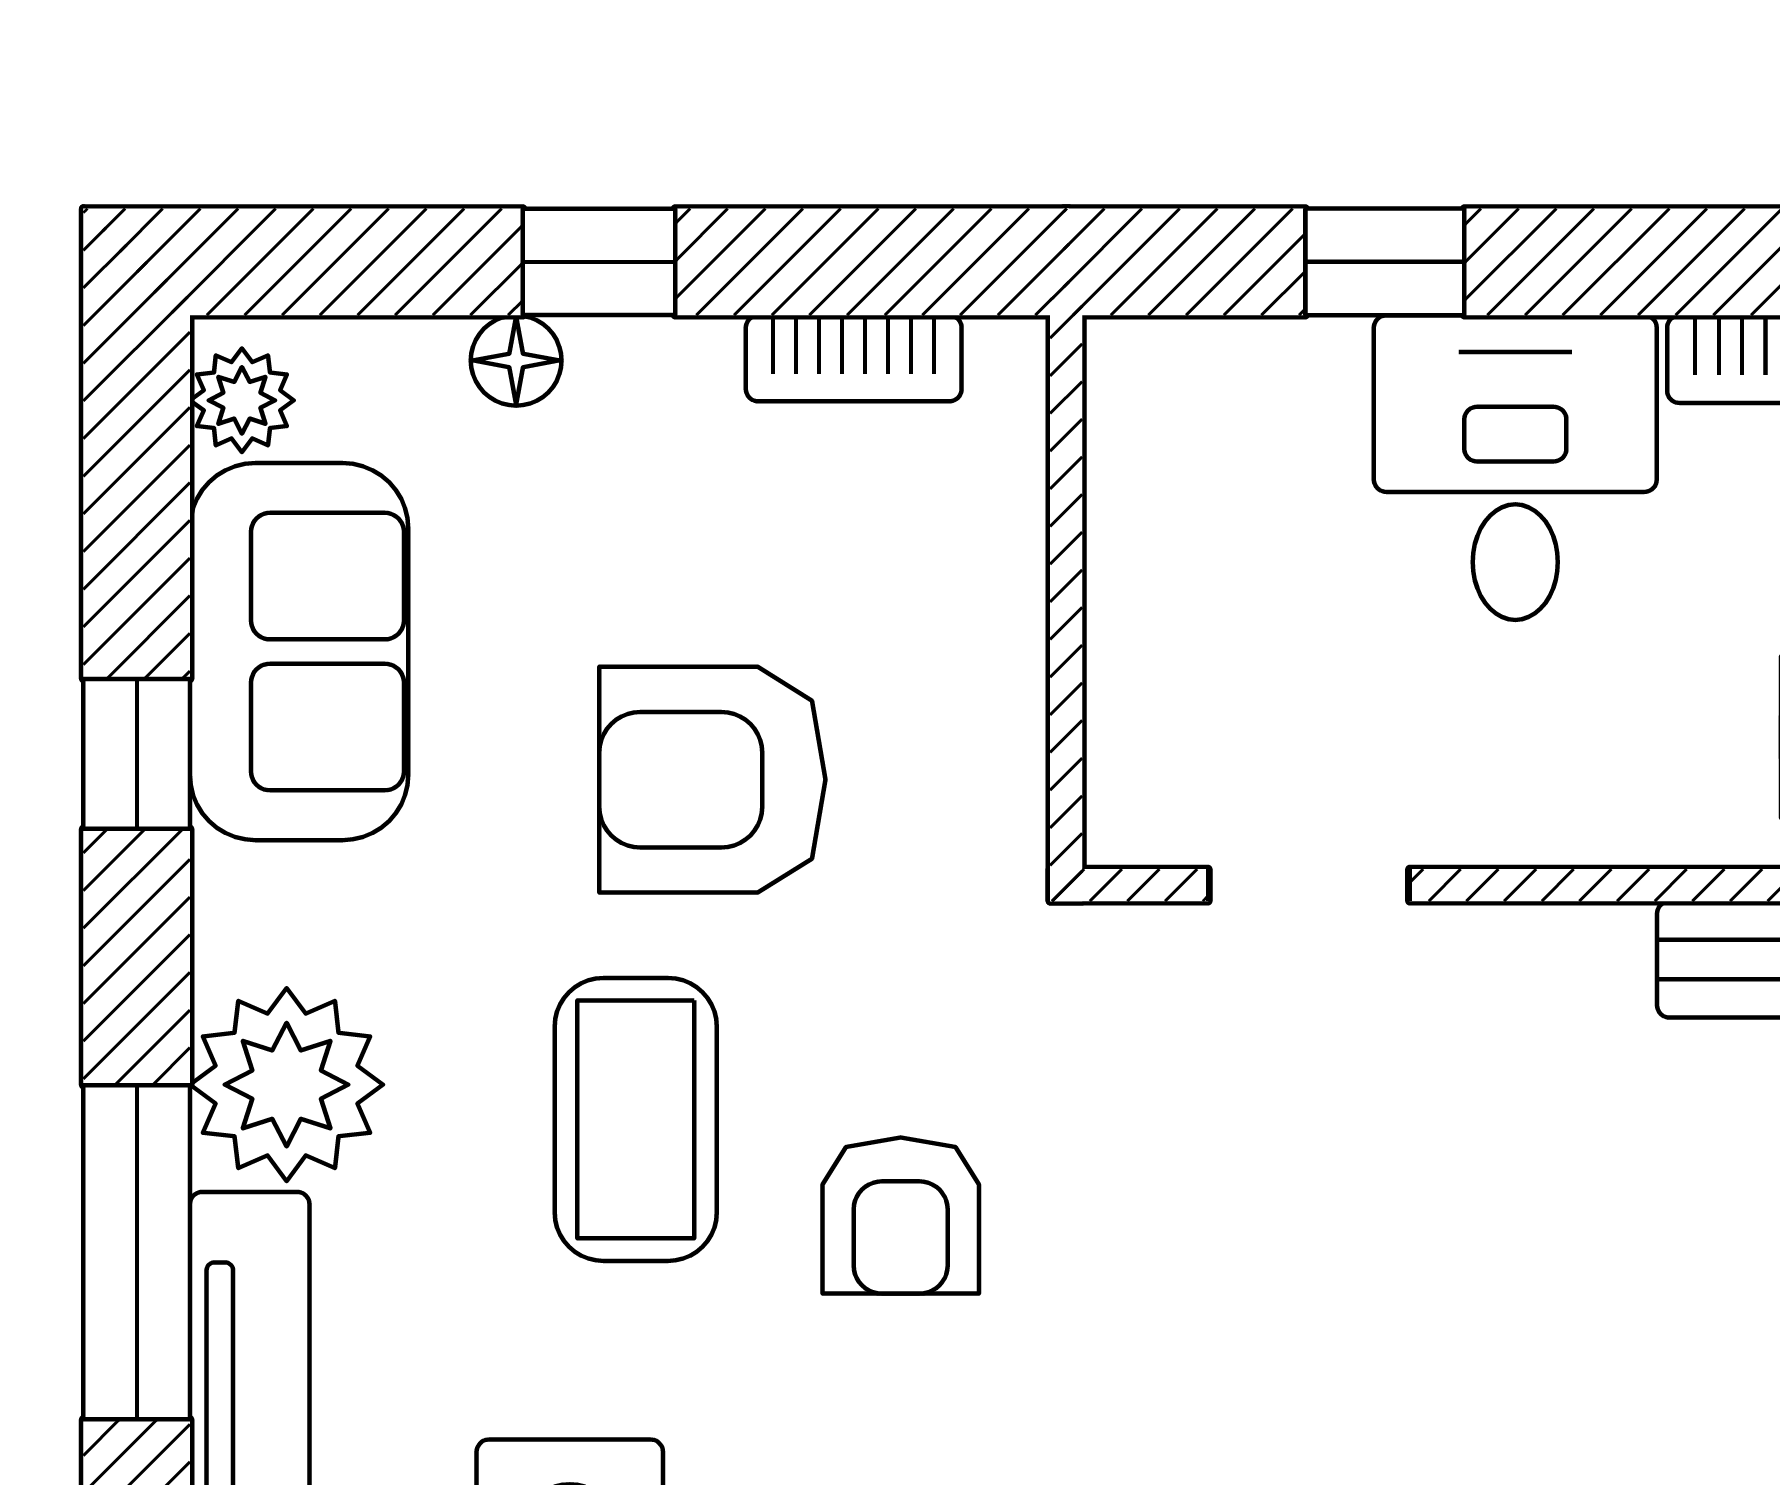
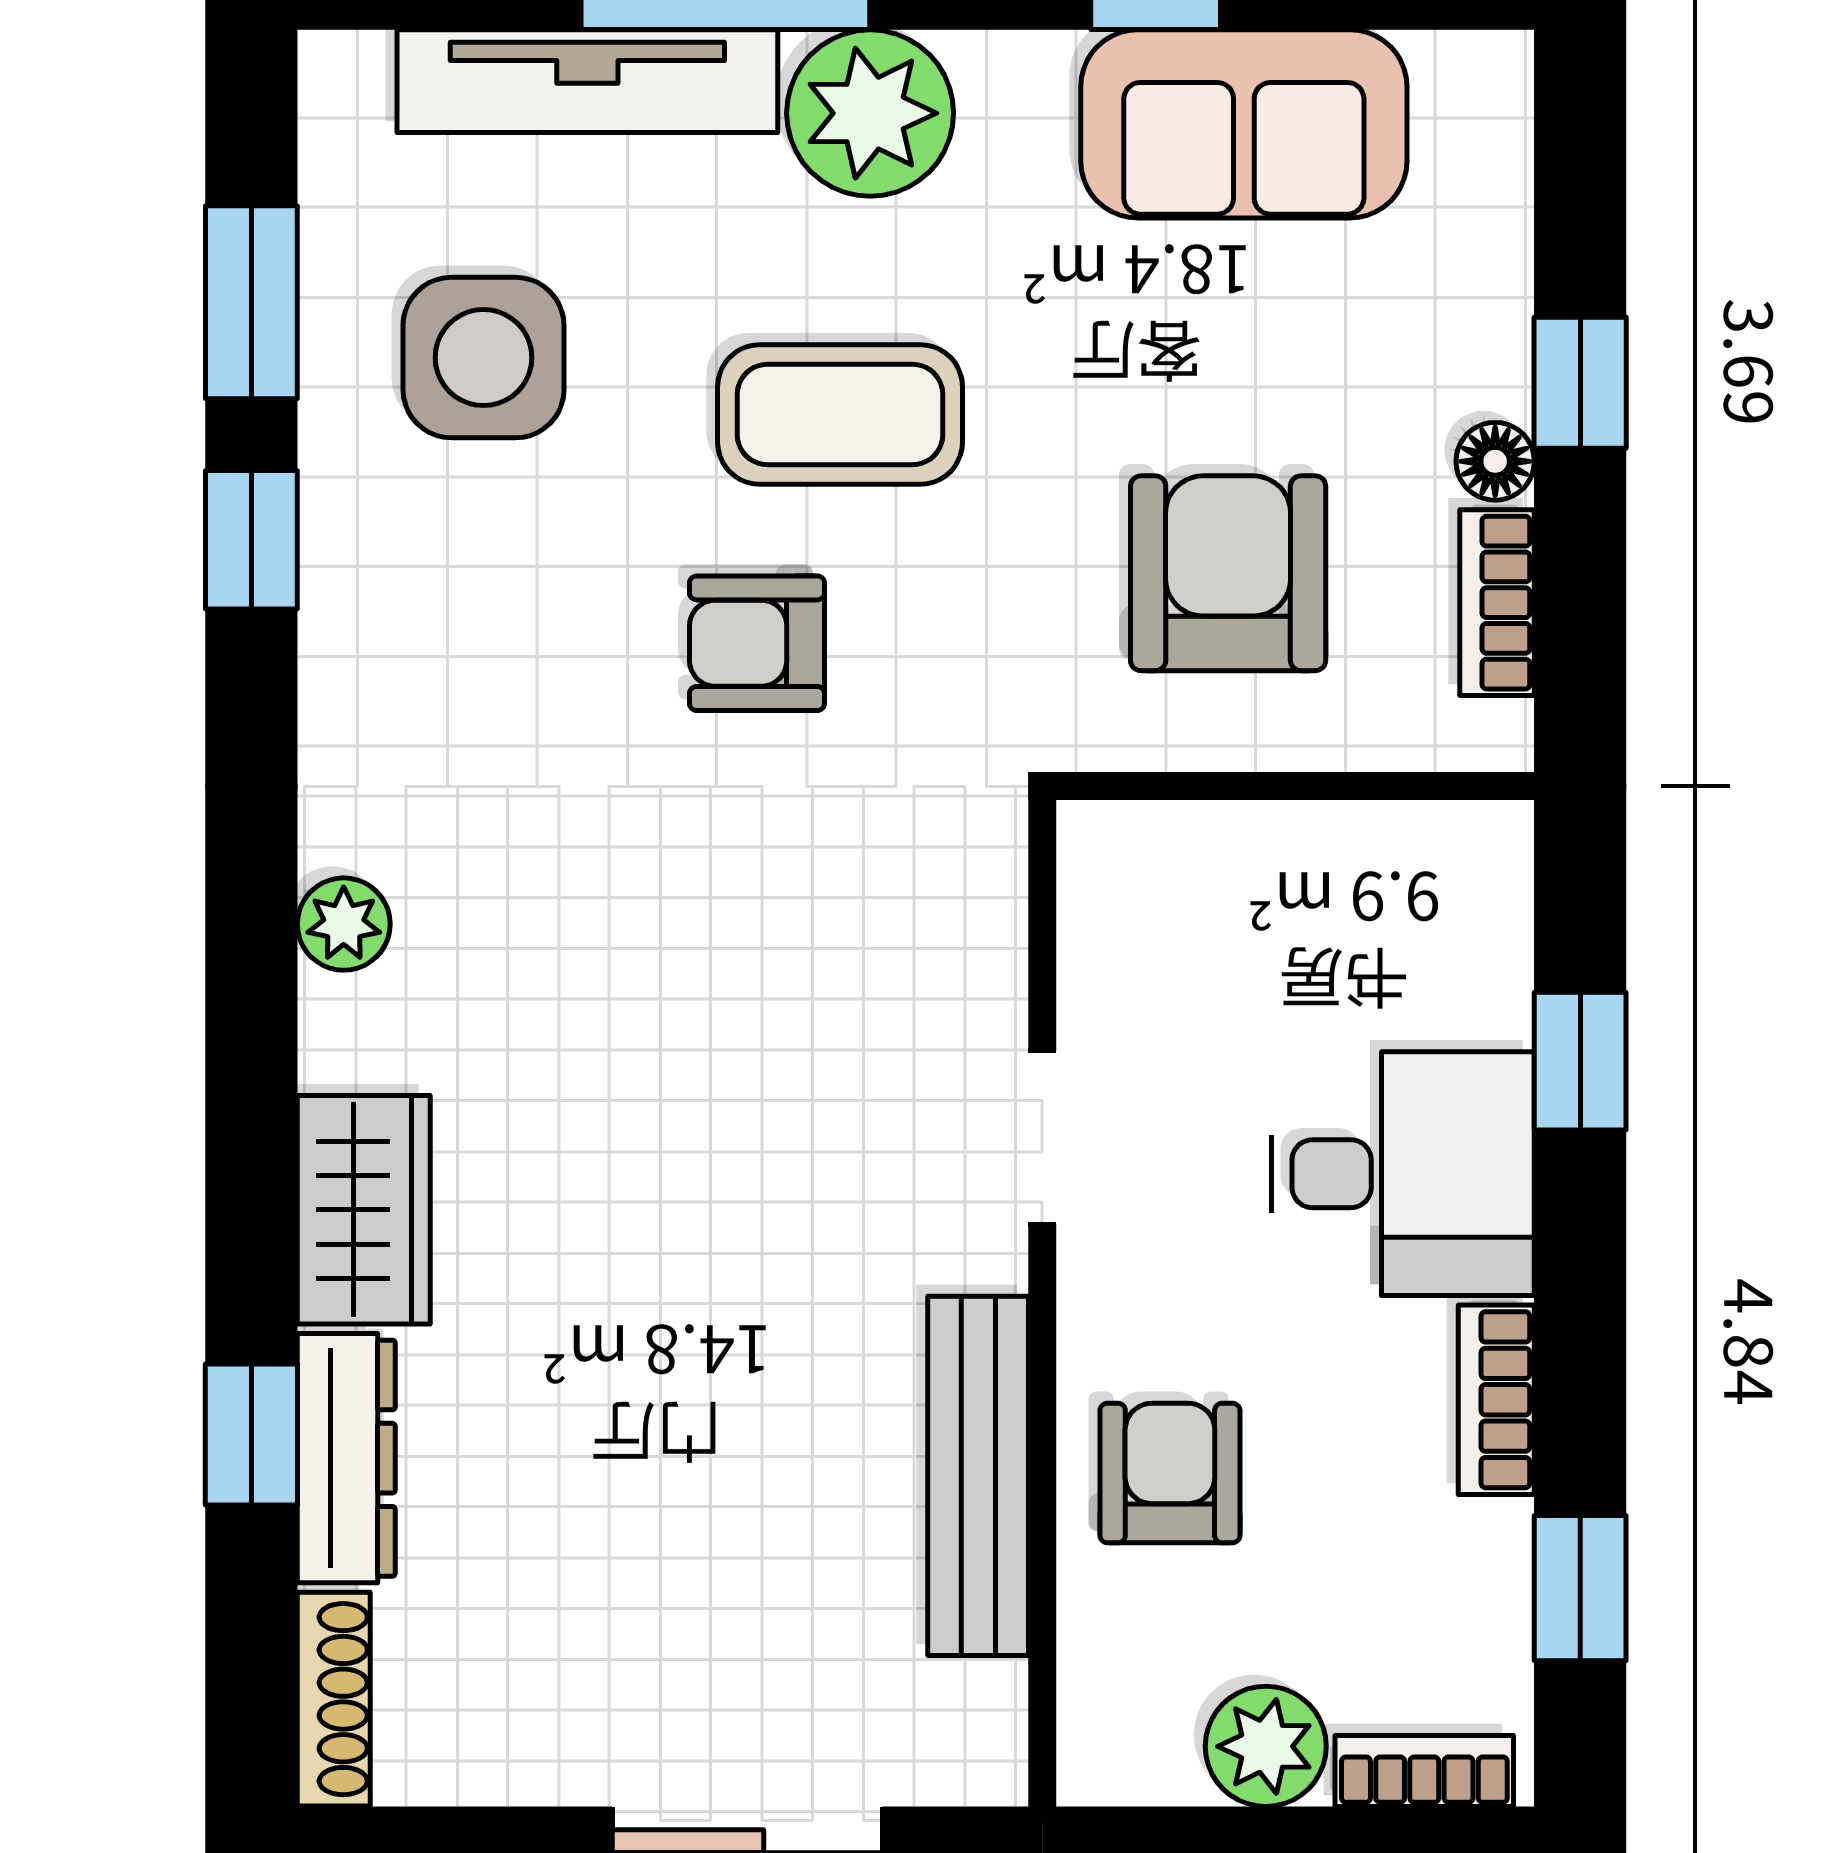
floor lamp: (516, 360) -> (1495, 461), moved
plant: (242, 400) -> (1461, 75), removed
armchair: (712, 780) -> (1228, 573), moved
doorway: (1309, 885) -> (1042, 1138), moved

